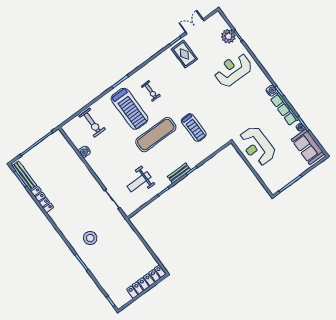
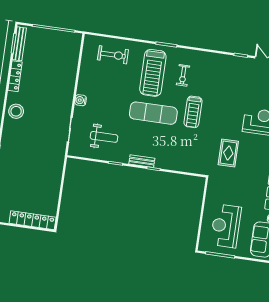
rug: (184, 54) -> (228, 153), moved
exercise bike: (92, 123) -> (113, 55), turned -90
treadmill: (194, 128) -> (193, 112), moved
reception desk: (257, 146) -> (226, 226), moved
water cooler: (84, 152) -> (81, 100), moved
weight bench: (139, 182) -> (104, 137), turned 180
stool: (90, 238) -> (16, 111), moved

